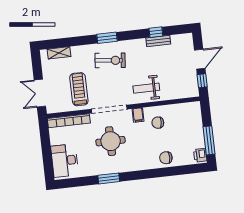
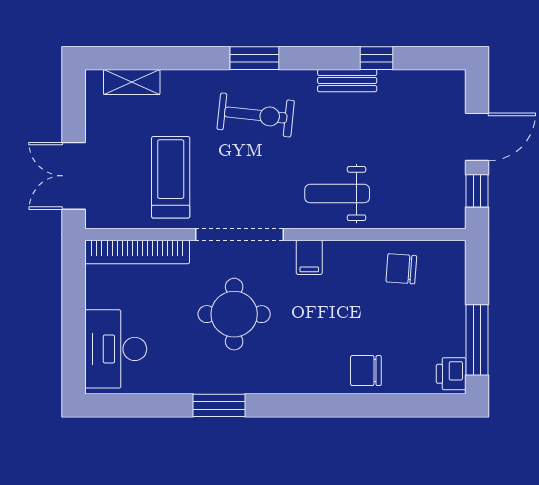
bench: (158, 41) -> (347, 81), moved
chair: (158, 123) -> (401, 269), moved

